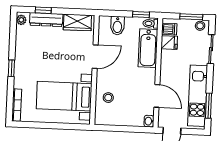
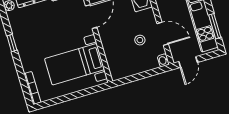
window: (11, 68) -> (12, 43), moved
stool: (108, 98) -> (140, 40), moved

